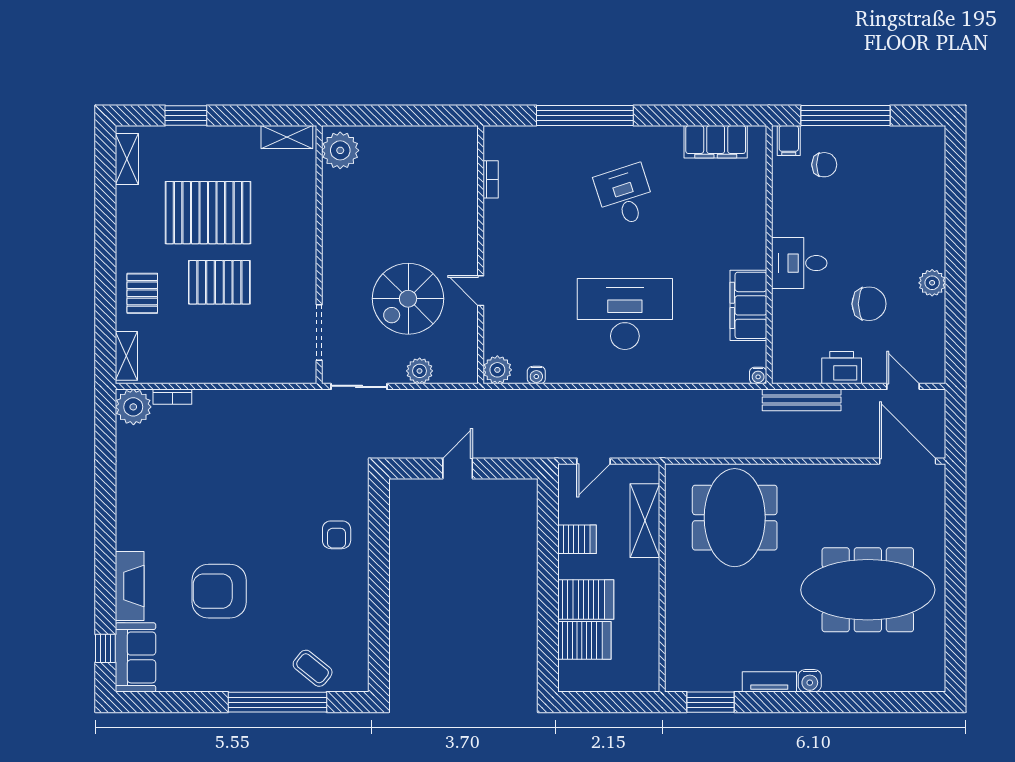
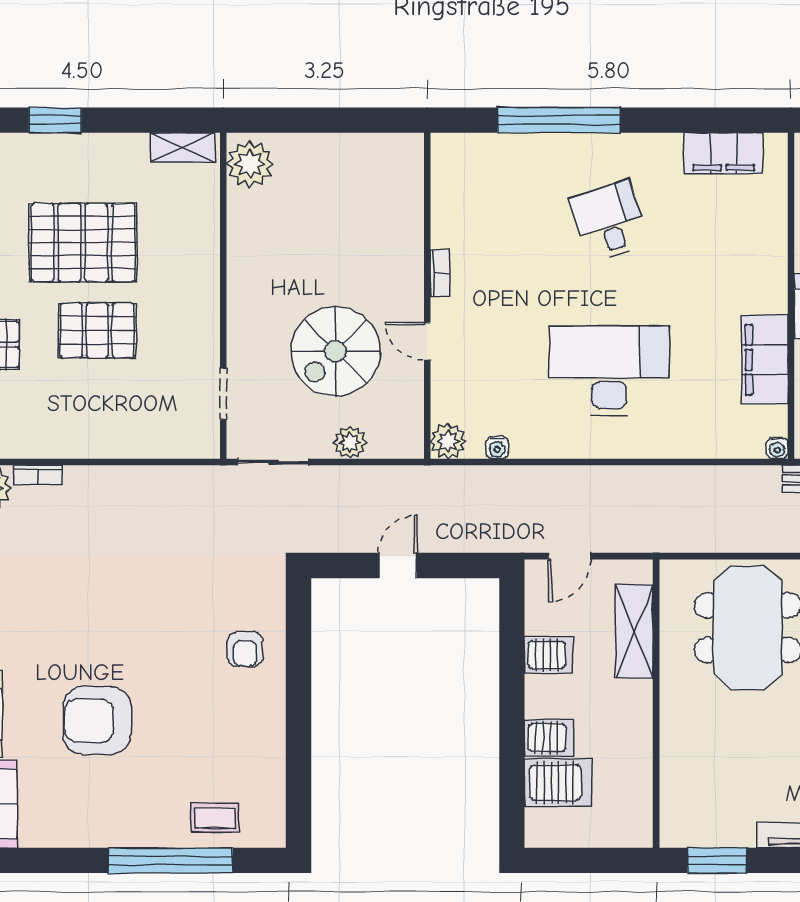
bookcase: (491, 179) -> (440, 273), moved
doorway: (319, 332) -> (223, 394), width x0.73
server rack: (586, 600) -> (549, 738), width x0.73, depth x0.70
coffee table: (313, 668) -> (215, 818), turned -39

